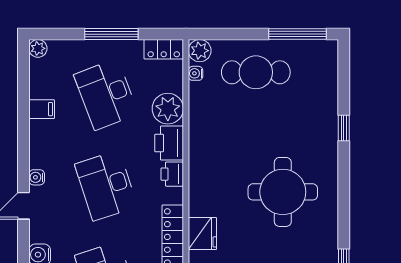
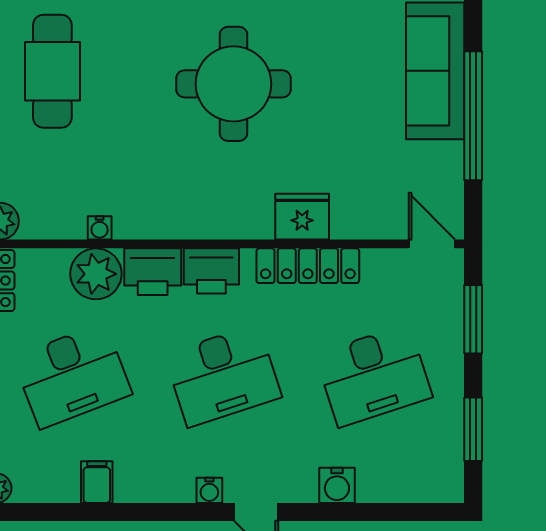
cafe table: (256, 72) -> (52, 71), moved
water cooler: (196, 73) -> (100, 228), moved
printer: (172, 174) -> (211, 271), width x1.36, depth x1.24

